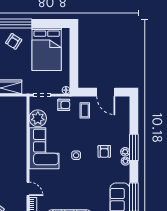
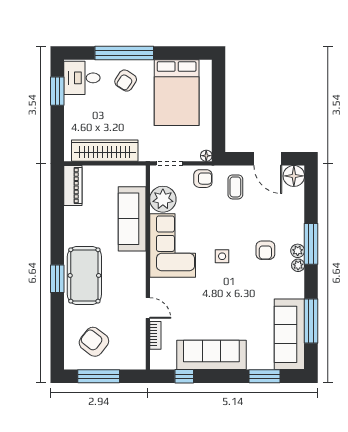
floor lamp: (123, 103) -> (294, 176), added
sofa: (18, 131) -> (132, 219), added

